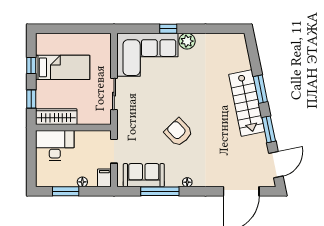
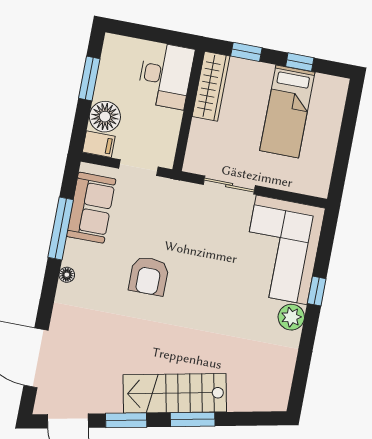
armchair: (179, 132) -> (149, 276), turned 134
floor lamp: (82, 182) -> (105, 117), width x1.89, depth x1.89

